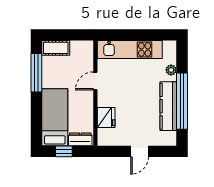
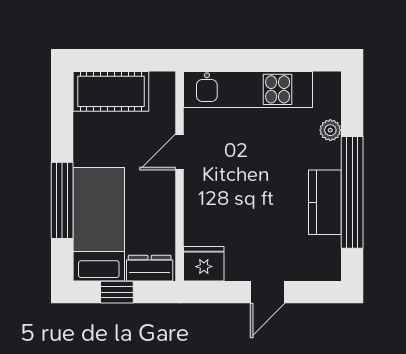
cot: (56, 48) -> (111, 91), width x1.37, depth x1.34
window: (36, 73) -> (62, 200), moved
kitchen counter: (168, 106) -> (325, 202), width x0.67
fridge: (106, 117) -> (204, 264), moved, turned -90

